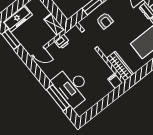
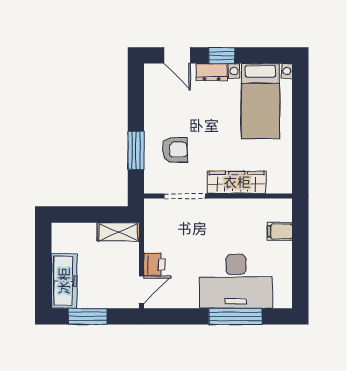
printer: (62, 42) -> (154, 264), moved
wardrobe: (120, 66) -> (237, 182), moved
filing cabinet: (115, 81) -> (280, 231), moved

